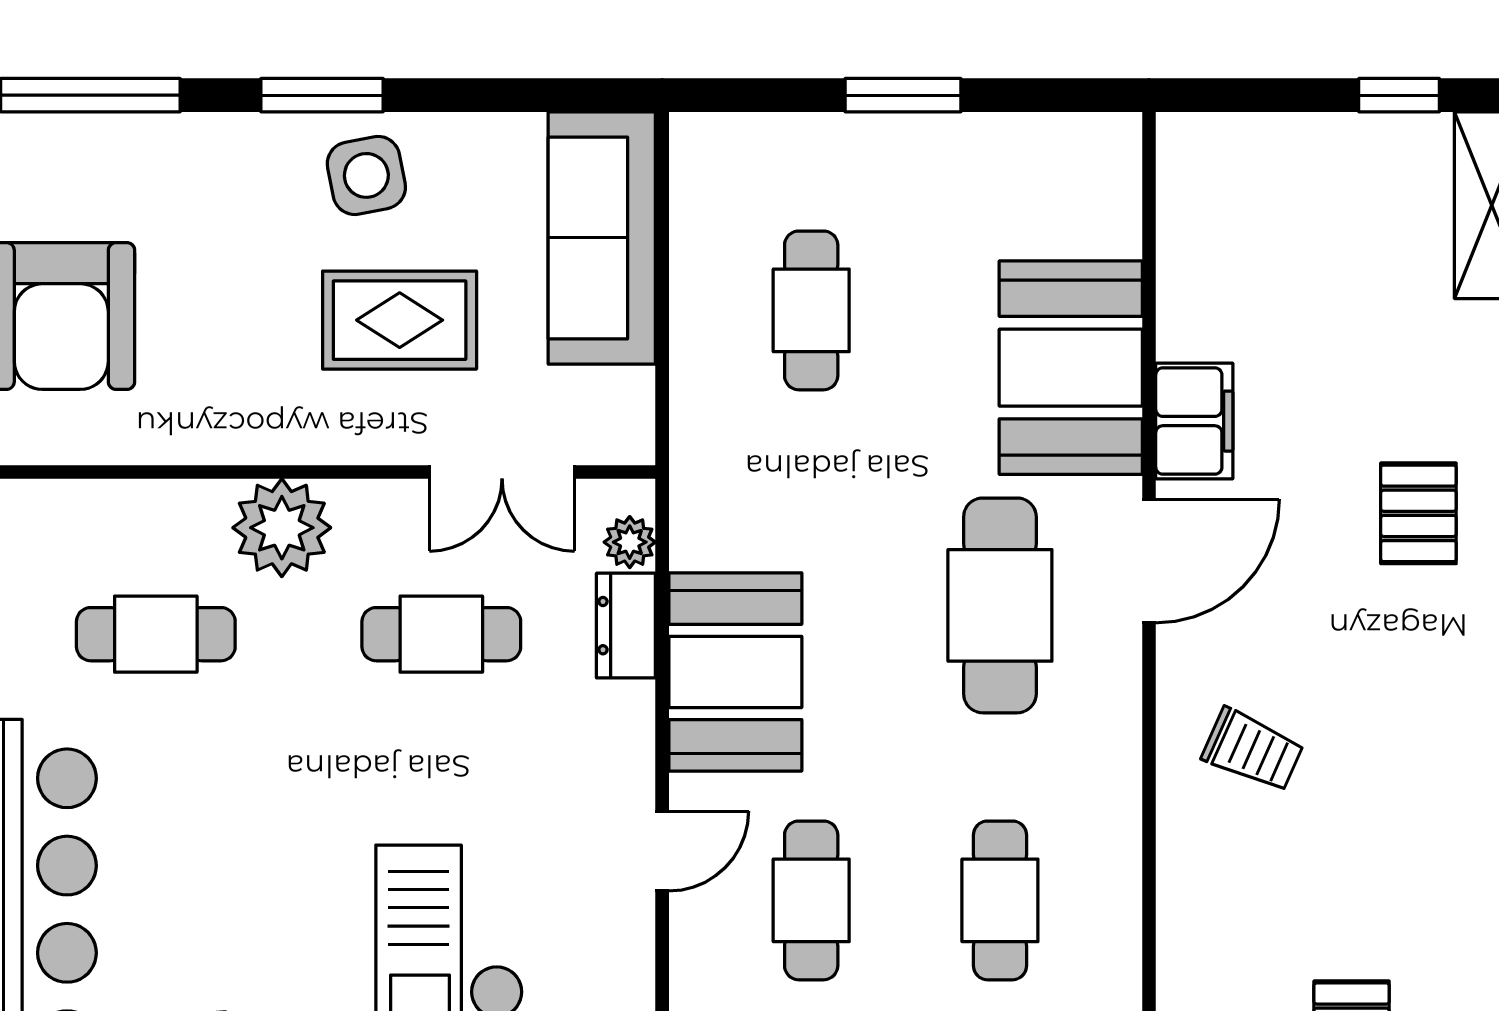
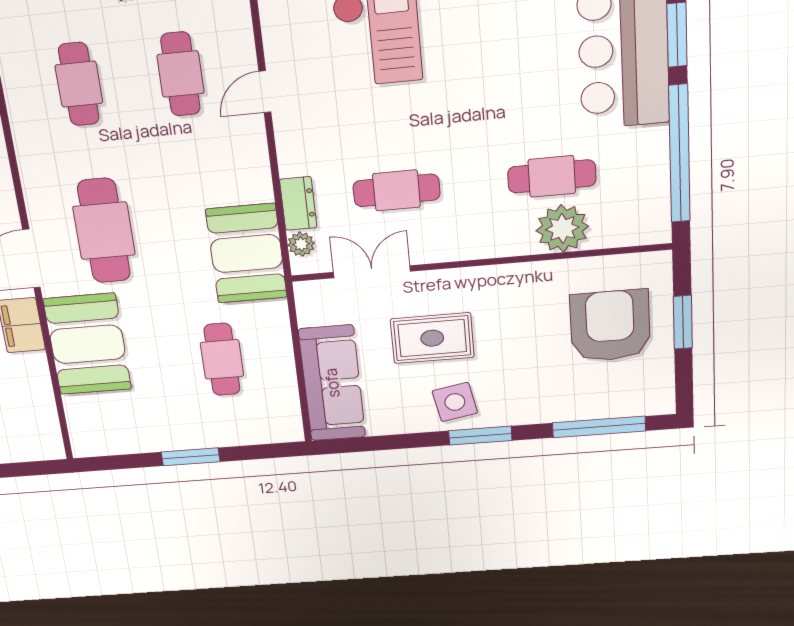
plant: (282, 528) -> (562, 228), moved
booth: (735, 672) -> (246, 254), moved

